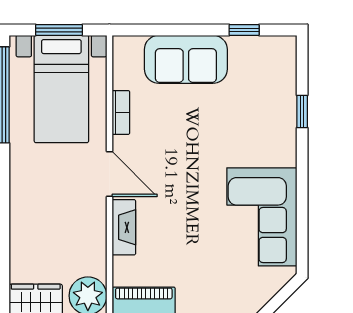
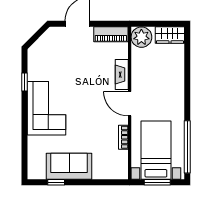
sofa: (186, 59) -> (69, 166), moved
window: (302, 111) -> (24, 82), moved
corner sofa: (262, 217) -> (46, 108), moved

